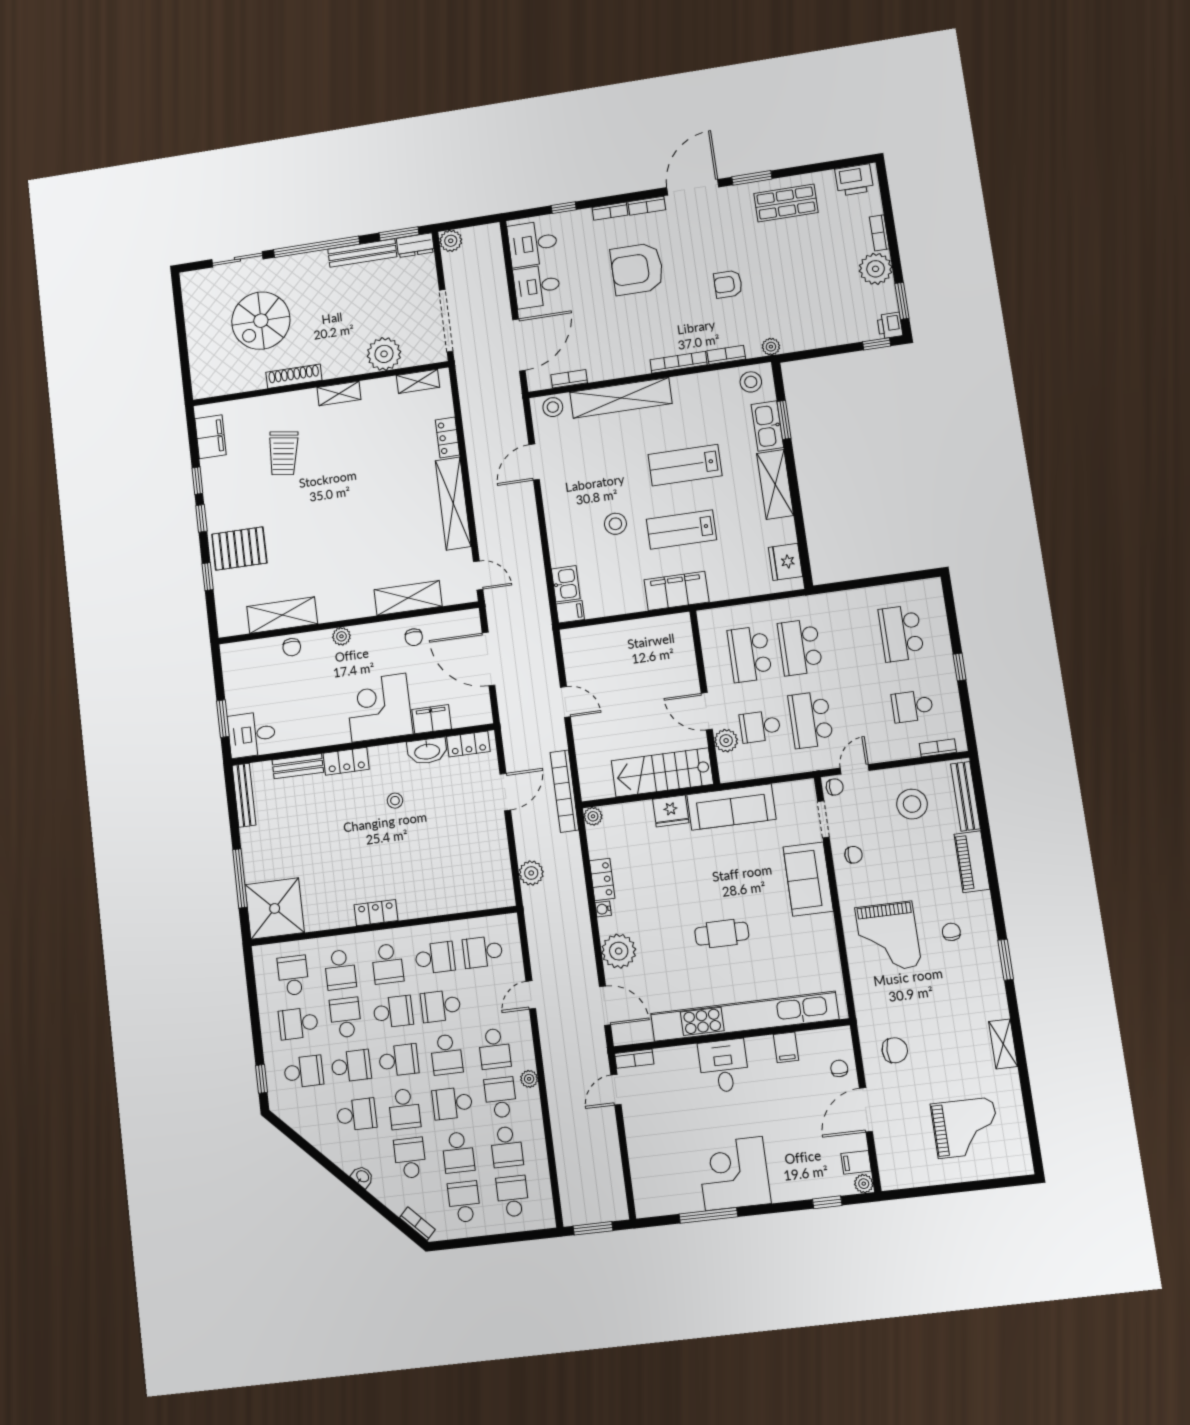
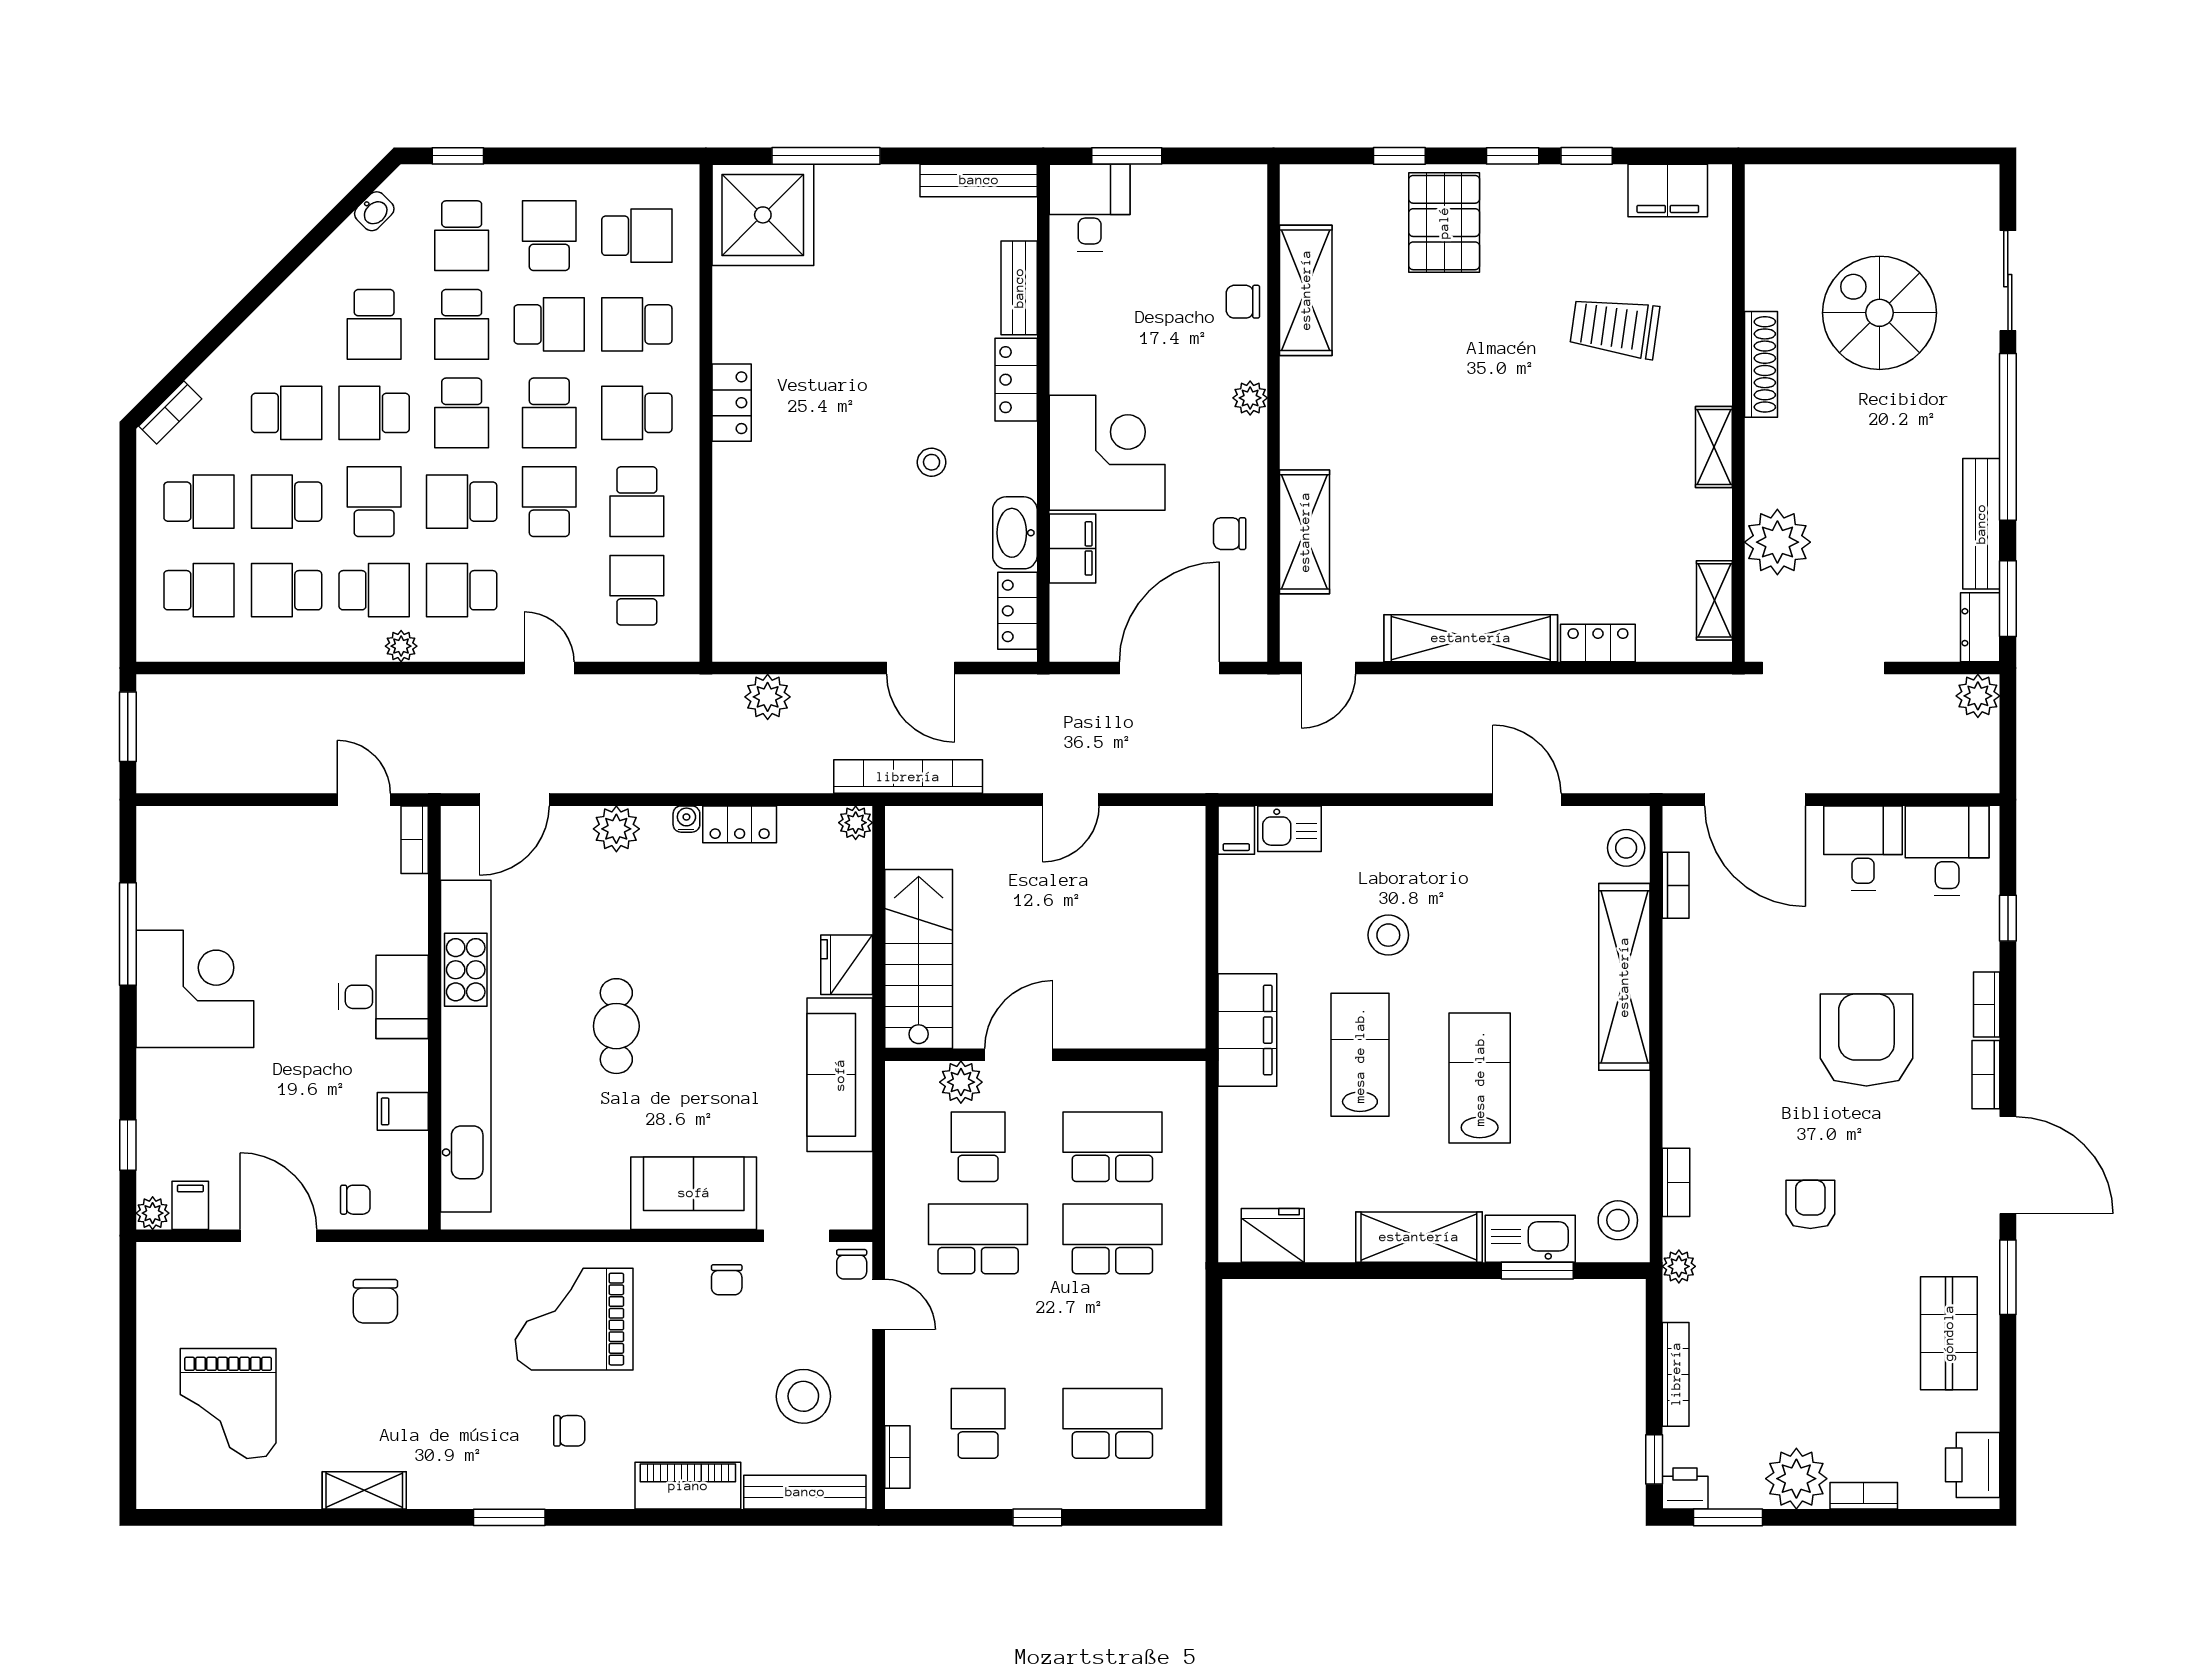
bookcase: (679, 362) -> (1676, 1374), moved
plant: (619, 951) -> (616, 829), width x0.73, depth x0.73
washbasin: (362, 1177) -> (374, 211), moved

